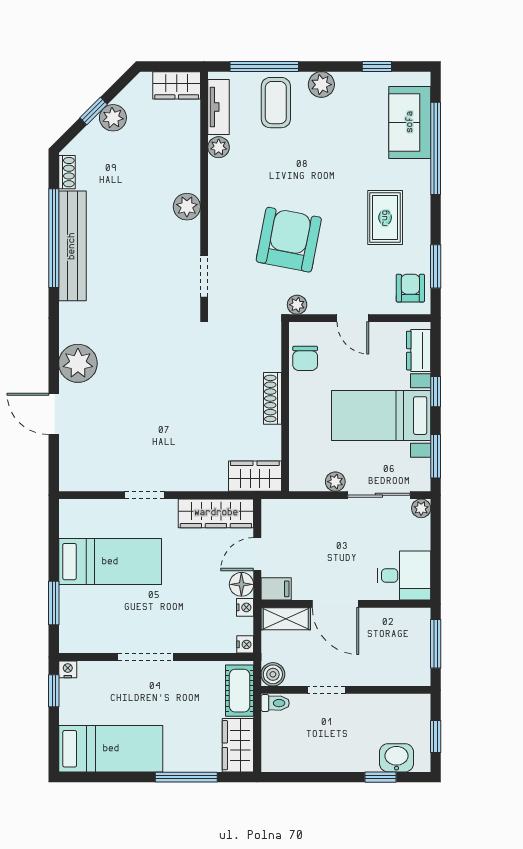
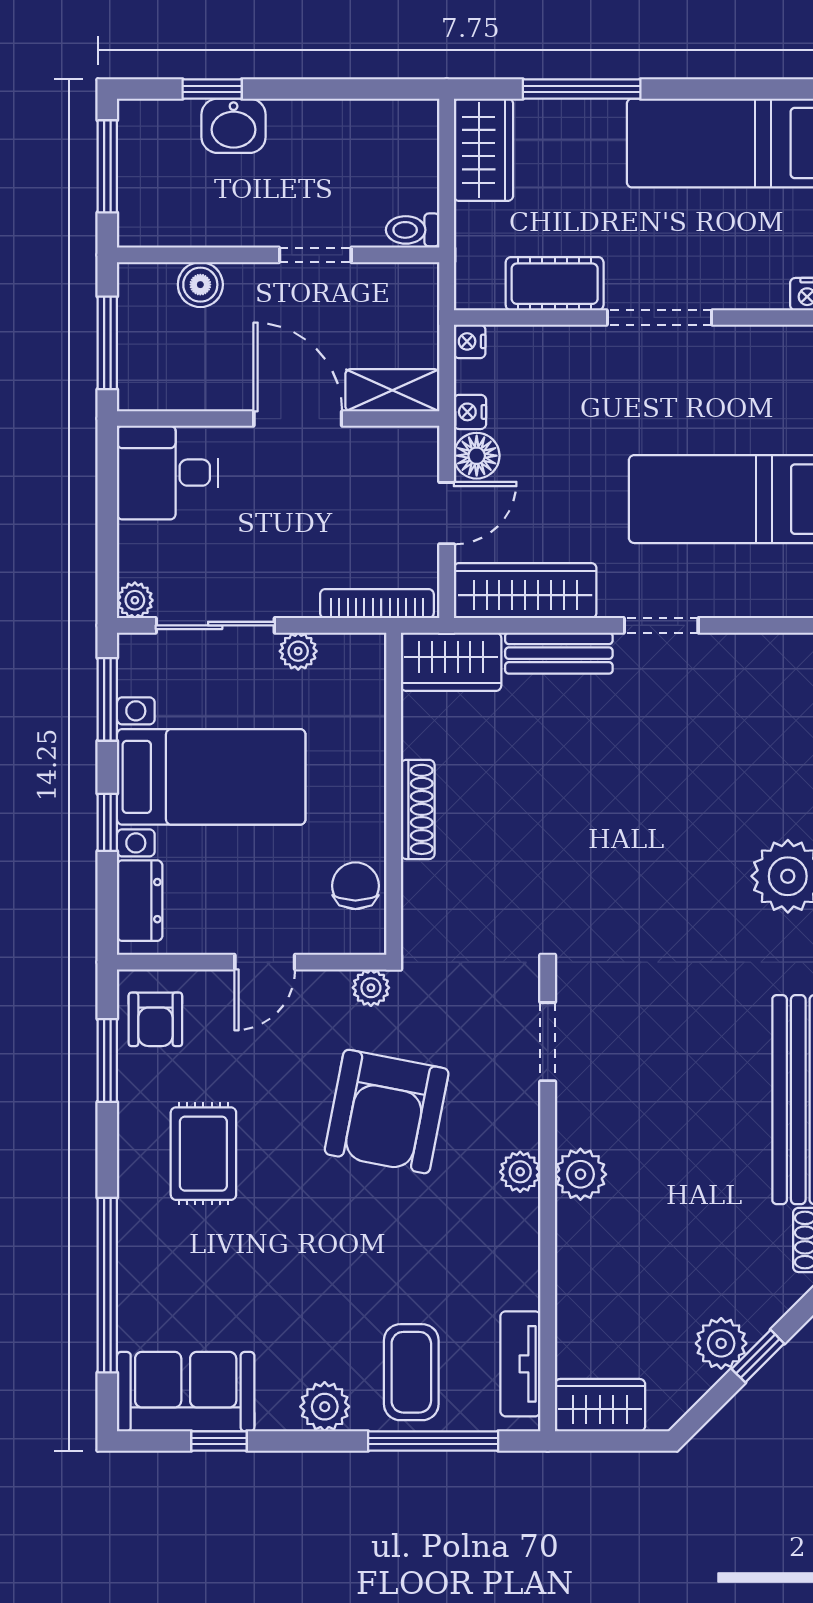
sofa: (410, 122) -> (186, 1392), moved, turned -90
plant: (219, 147) -> (520, 1172), moved
door: (353, 318) -> (265, 962), swing flipped
bench: (198, 481) -> (559, 653), added
bookcase: (294, 507) -> (377, 604), added
filing cabinet: (276, 589) -> (411, 447), removed
boiler: (273, 674) -> (200, 285), moved
cot: (240, 691) -> (555, 284), moved, turned 90
window: (436, 736) -> (107, 166), width x1.50
washbasin: (396, 758) -> (234, 126), moved

